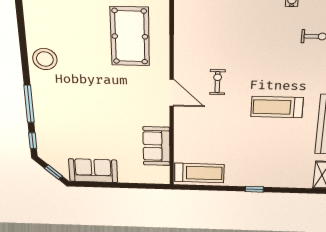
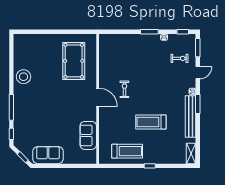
treadmill: (277, 107) -> (151, 122), moved
treadmill: (199, 173) -> (127, 151), moved

